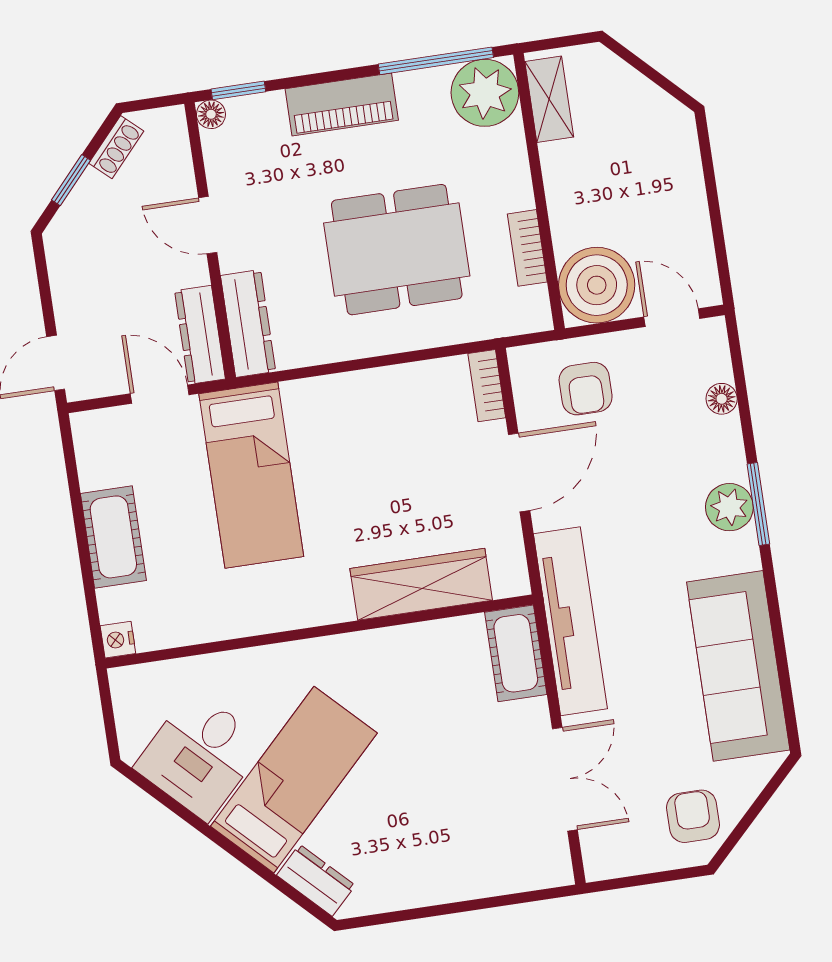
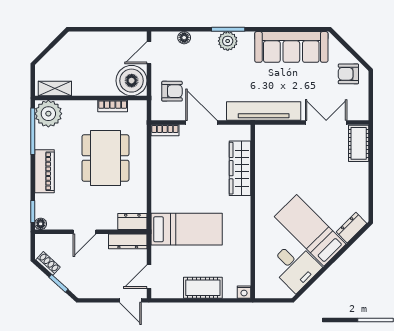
dresser: (248, 323) -> (132, 221), width x0.70
door: (160, 394) -> (149, 277), moved
cot: (516, 653) -> (359, 143), moved, turned 90

